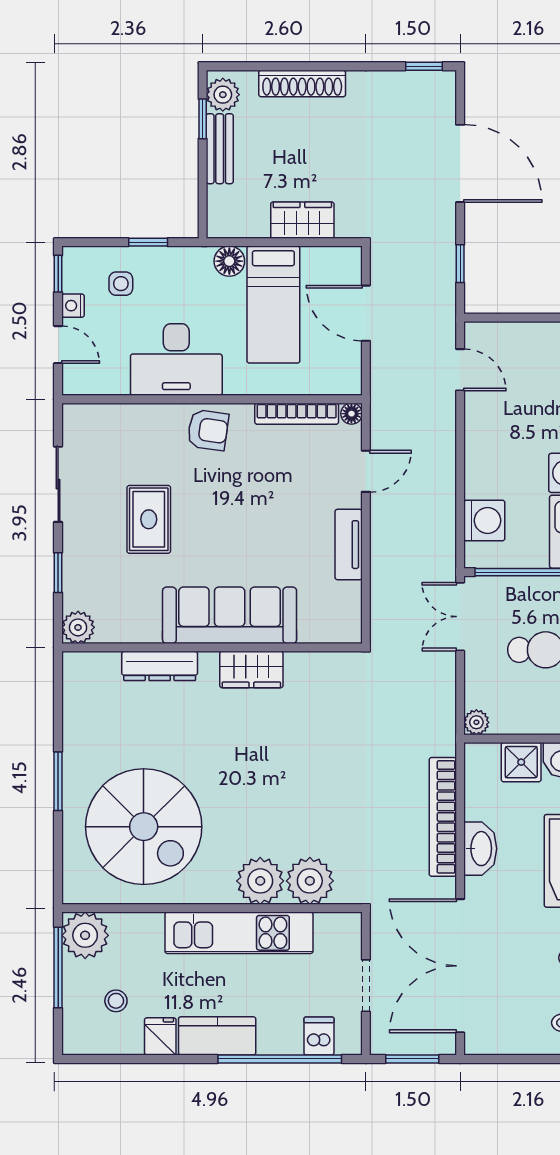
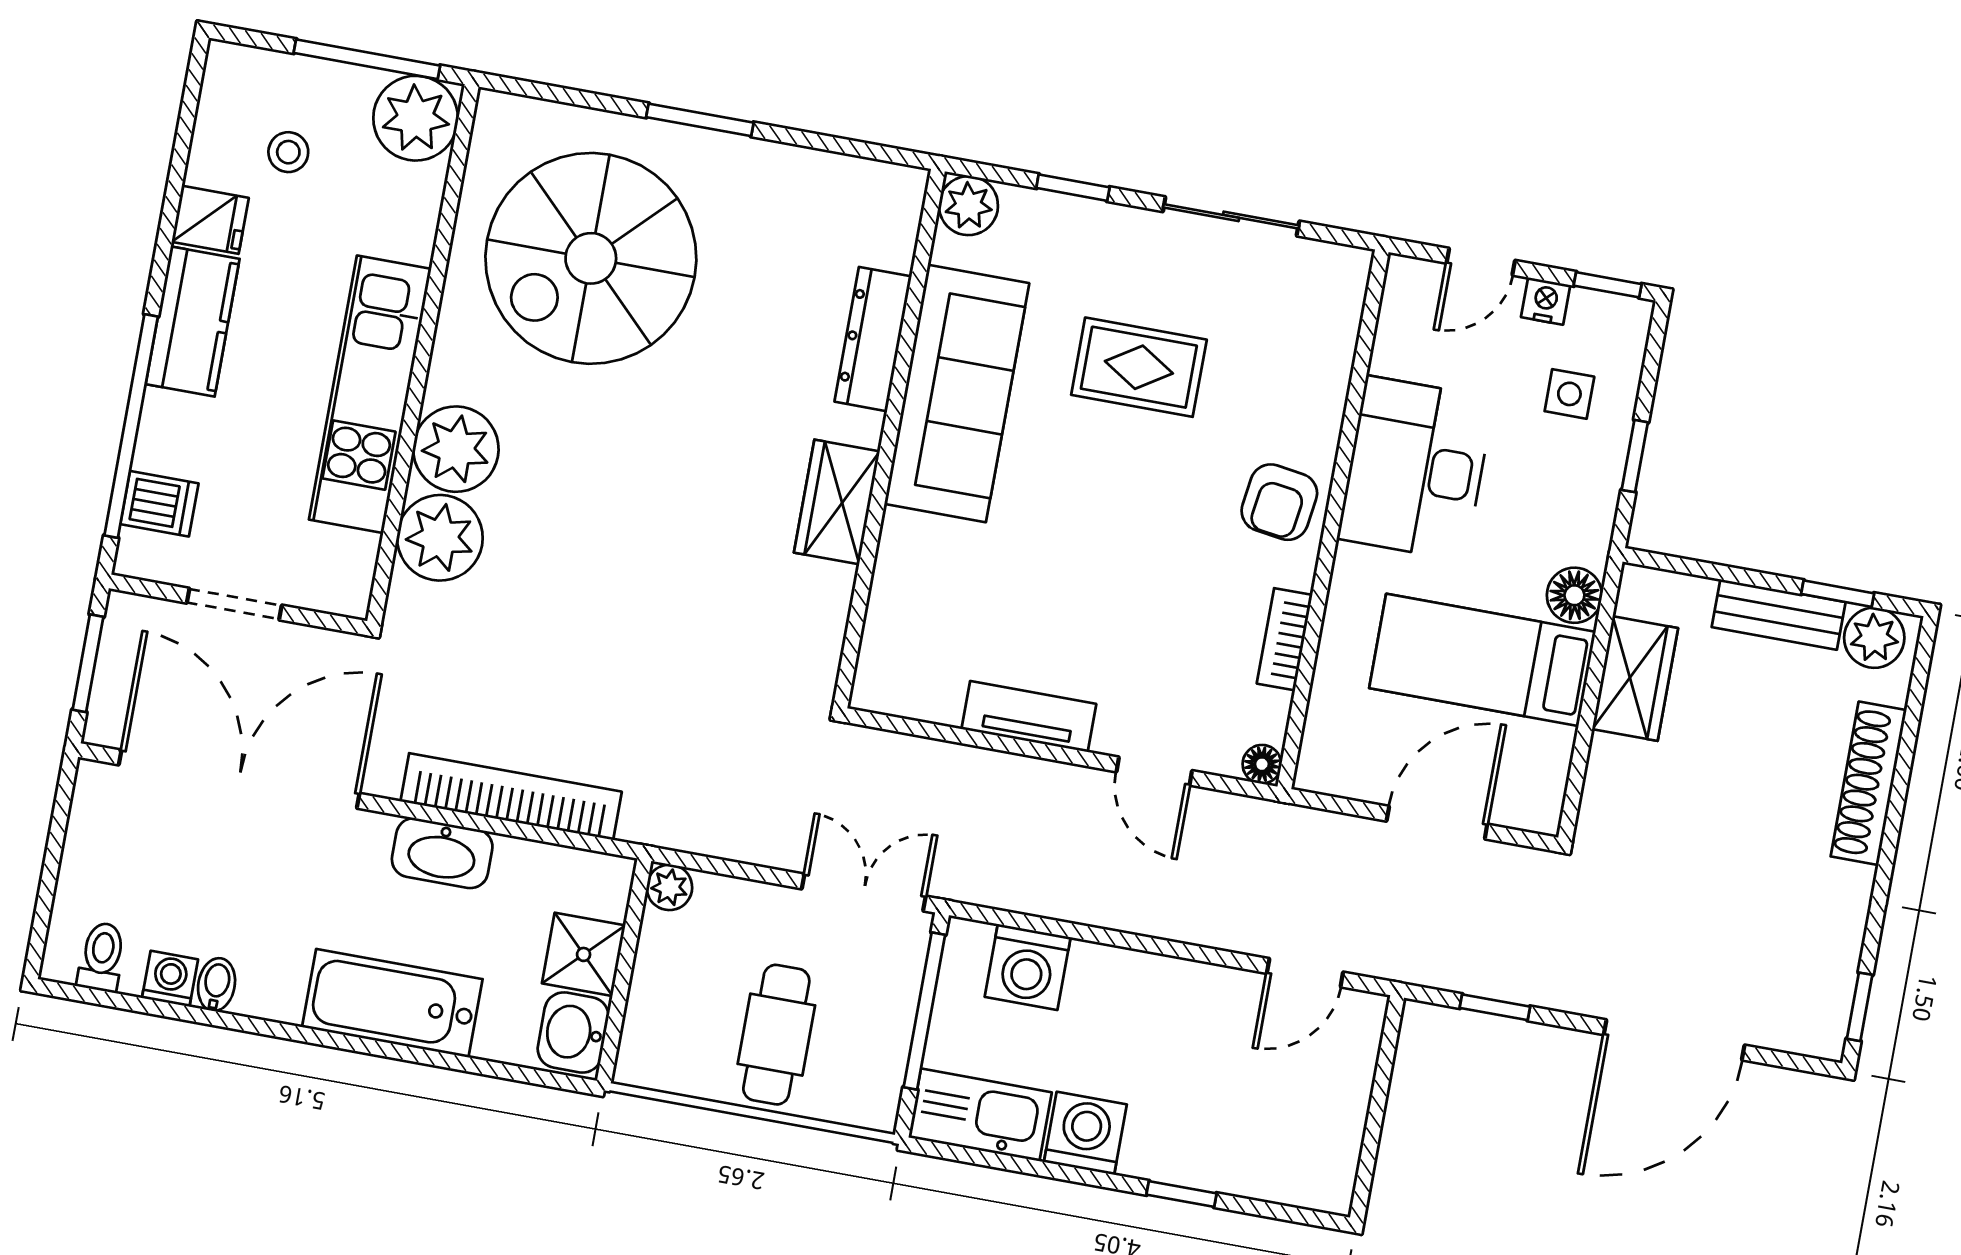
wardrobe: (302, 220) -> (1635, 679), moved
bookcase: (297, 414) -> (1285, 639), width x0.64
sofa: (230, 615) -> (957, 394), moved

